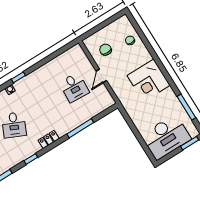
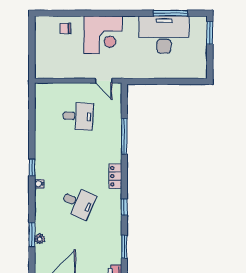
chair: (105, 50) -> (59, 60), removed
door: (101, 76) -> (104, 81), moved
corner desk: (149, 80) -> (103, 35), moved
desk: (166, 137) -> (164, 35), moved, turned -90

